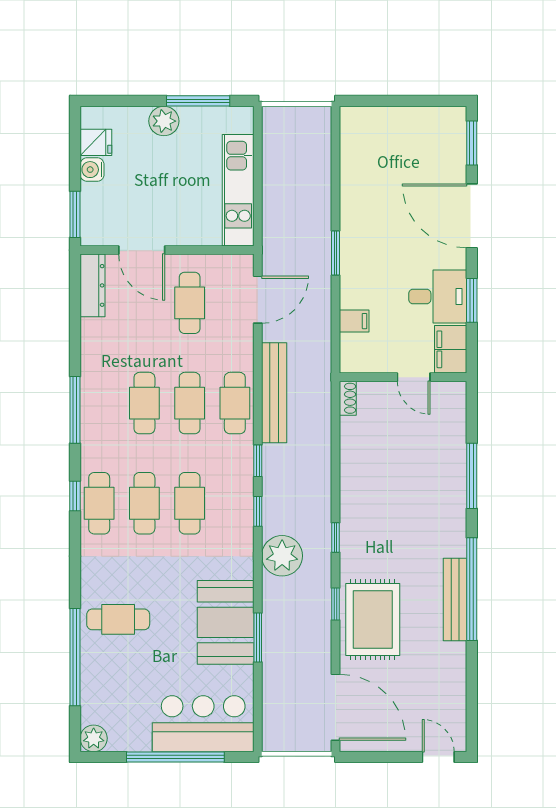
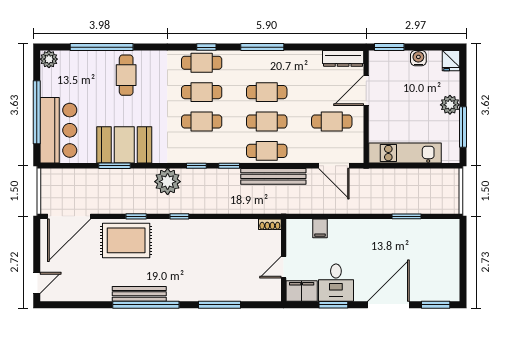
fridge: (96, 142) -> (451, 61), moved
window: (336, 253) -> (406, 216), moved

